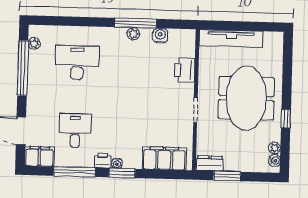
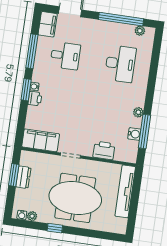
window: (135, 23) -> (144, 132), moved
filing cabinet: (164, 158) -> (41, 140), moved, turned -90
printer: (103, 160) -> (35, 99), moved
dresser: (210, 163) -> (23, 177), moved

